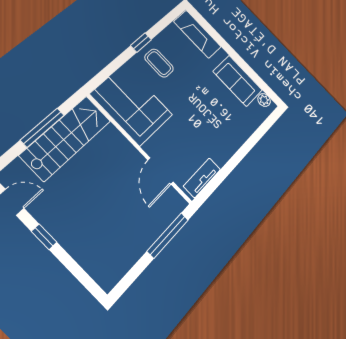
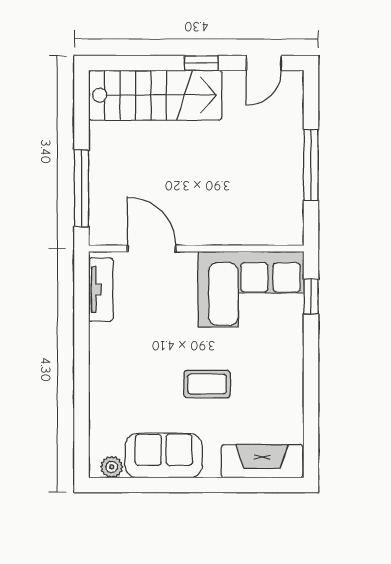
window: (141, 43) -> (311, 297), moved
coffee table: (159, 63) -> (207, 384), moved
stairs: (66, 138) -> (155, 95), moved, turned -90

